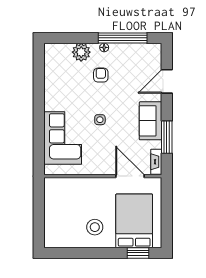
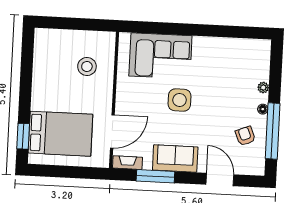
plant: (81, 52) -> (263, 88), width x0.53, depth x0.53
armchair: (101, 75) -> (245, 136), moved, turned -112
side table: (100, 120) -> (180, 100), width x1.87, depth x1.87
stool: (95, 227) -> (87, 67), moved

